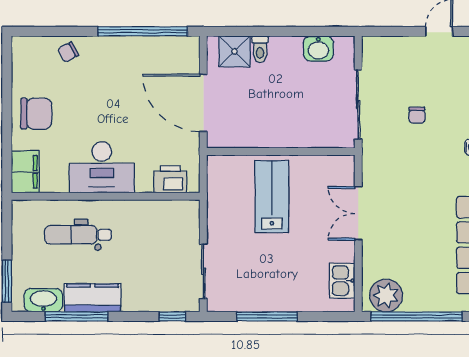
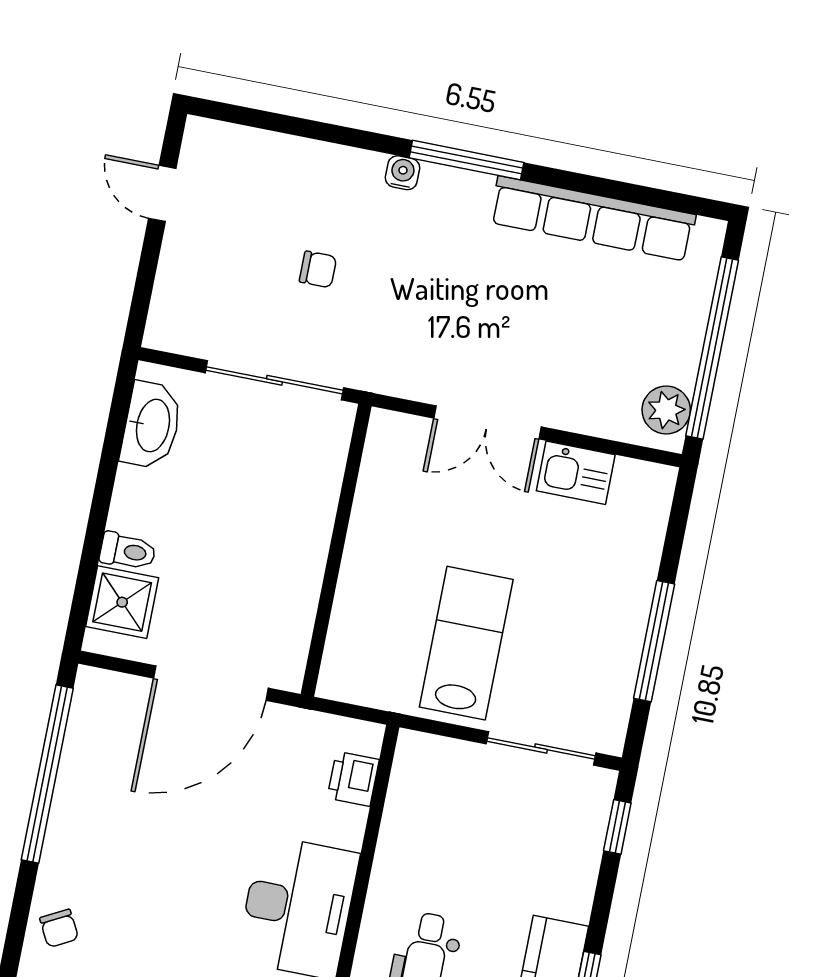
washbasin: (318, 49) -> (151, 425), width x1.38
printer: (170, 179) -> (353, 779), width x0.73, depth x0.81
lab bench: (272, 197) -> (466, 643), moved, turned 90
kitchen sink: (342, 281) -> (576, 473), moved
plant: (386, 296) -> (666, 410), width x0.73, depth x0.73

